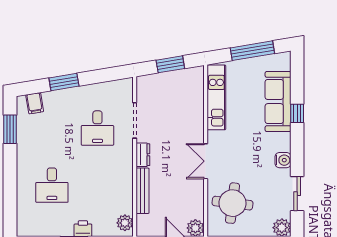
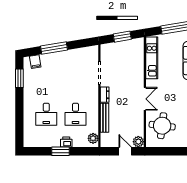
window: (64, 82) -> (54, 48), width x1.44
desk: (97, 128) -> (75, 114), moved
double door: (206, 161) -> (145, 99), swing flipped

